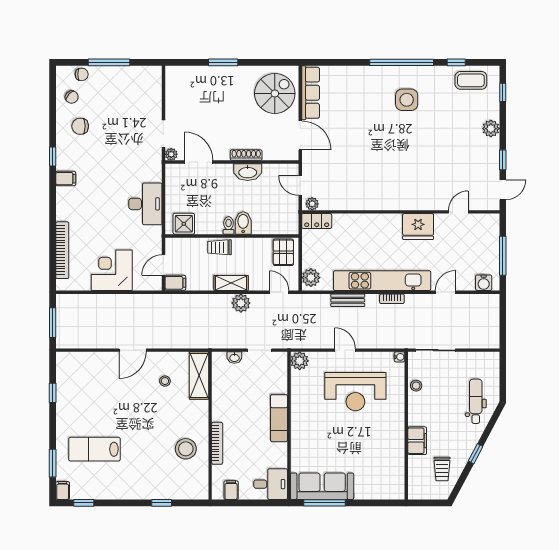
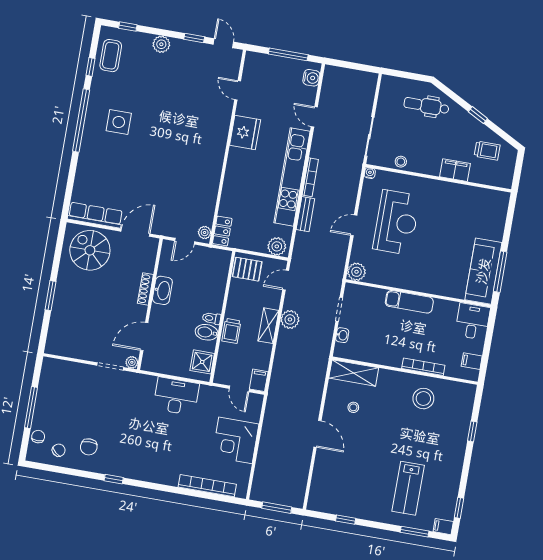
filing cabinet: (66, 179) -> (138, 470), removed
bidet: (243, 223) -> (207, 332), moved
bookcase: (392, 299) -> (310, 177), width x1.56

